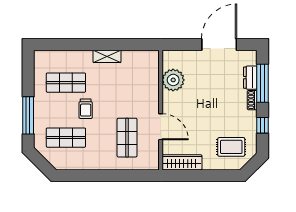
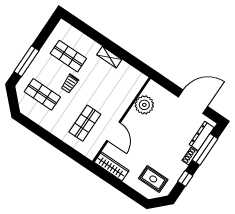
dresser: (250, 78) -> (202, 136), width x1.44

